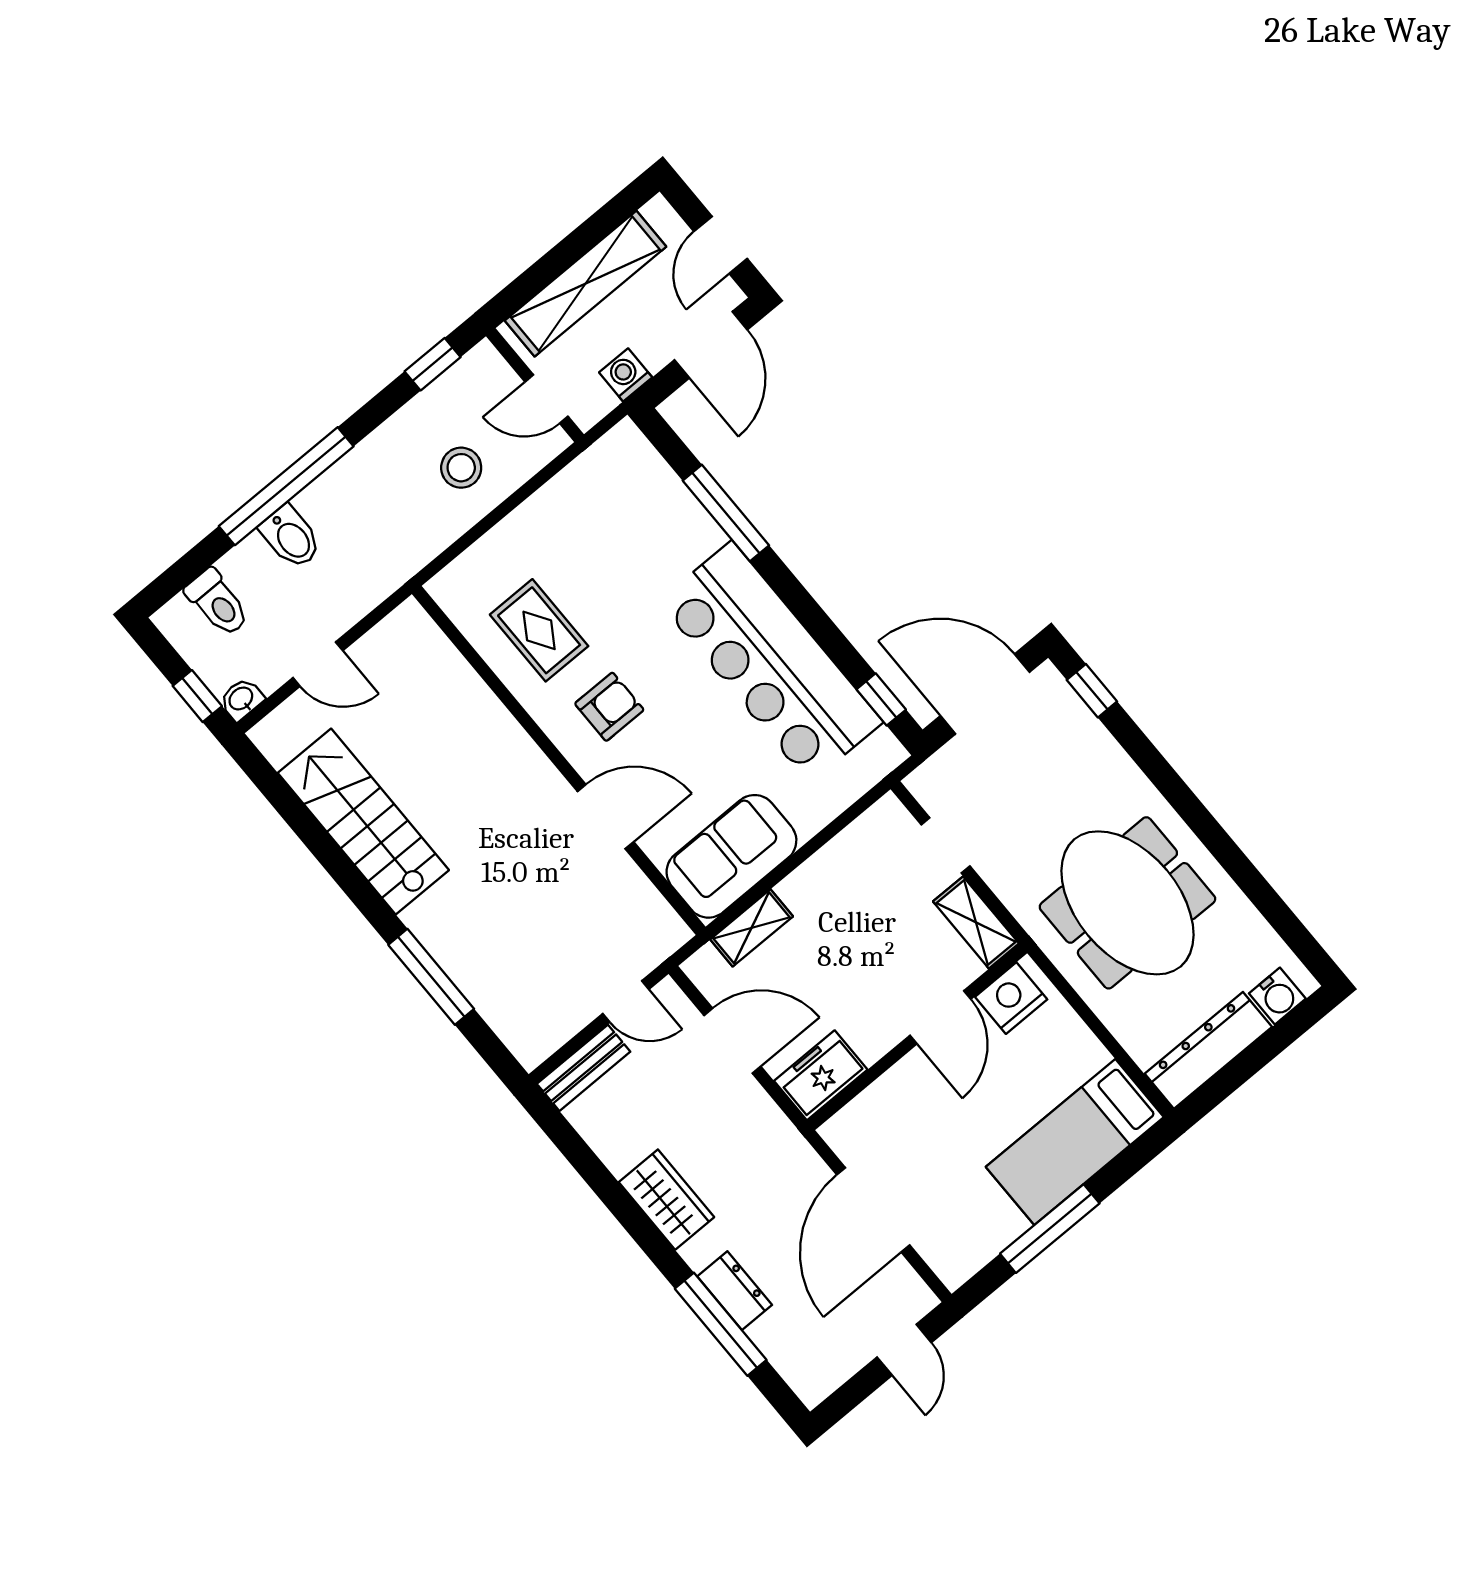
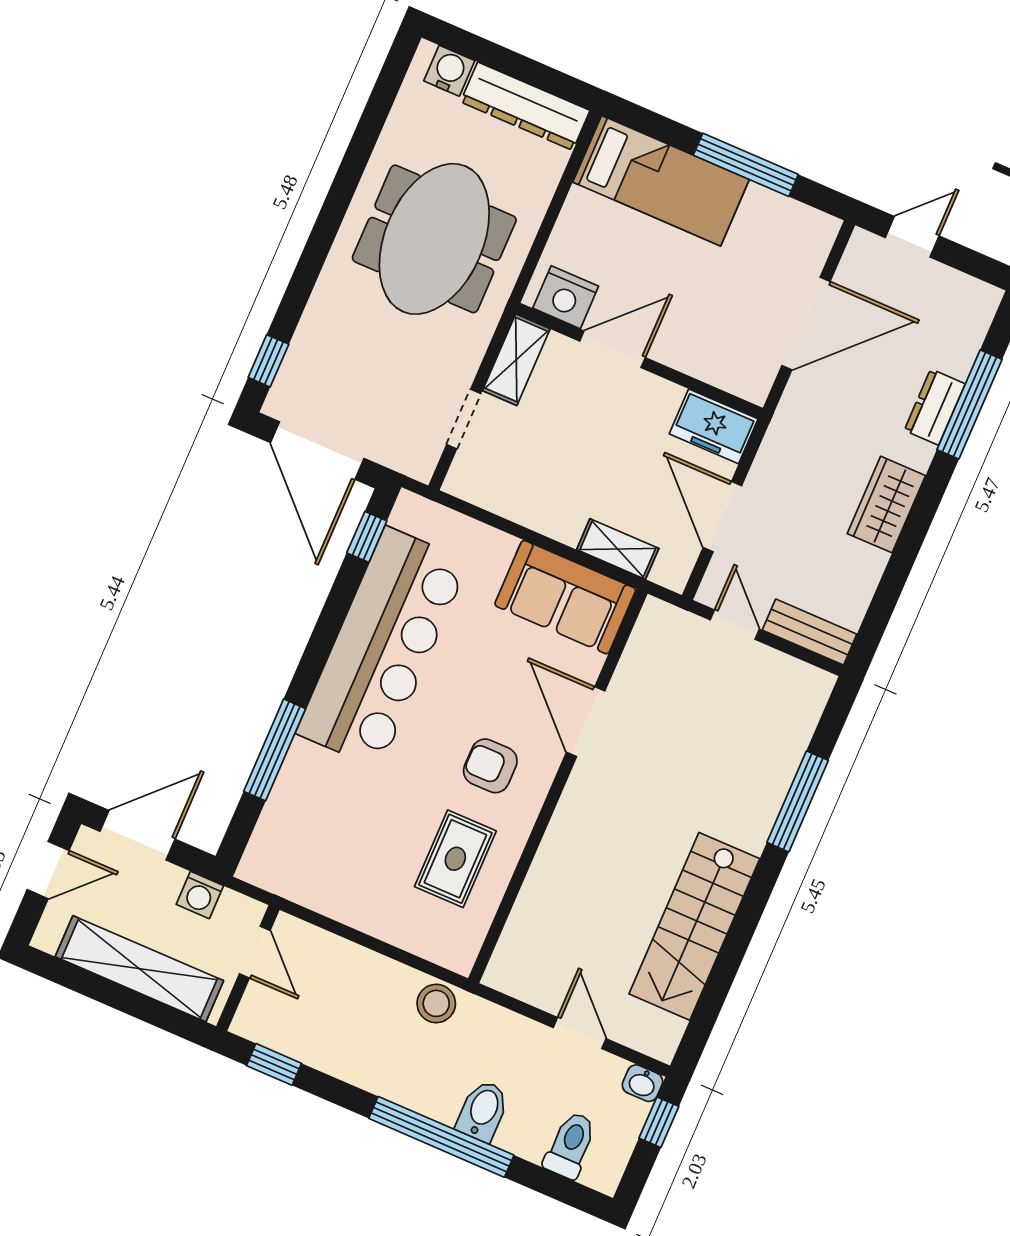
stool: (461, 468) -> (436, 1003), moved

